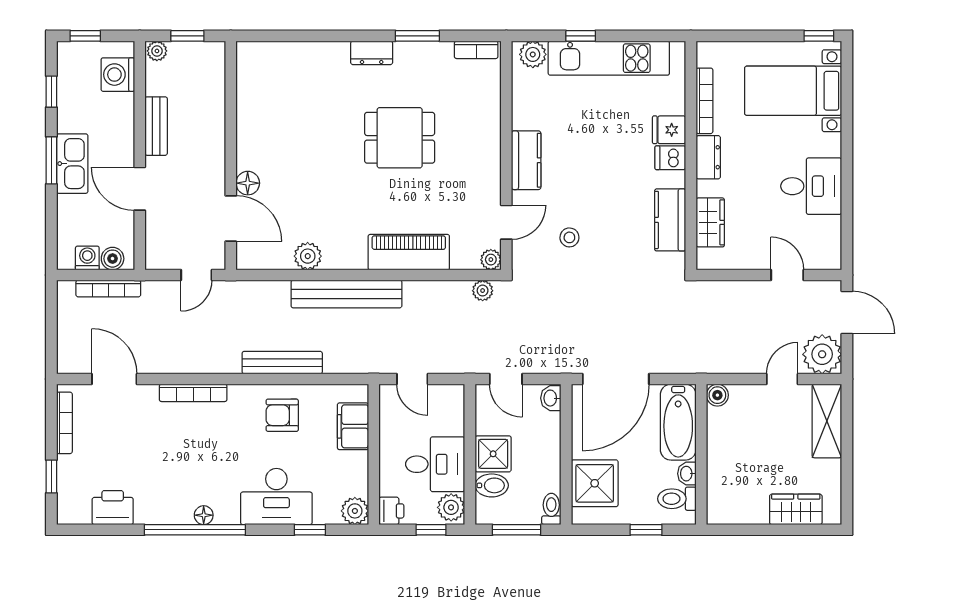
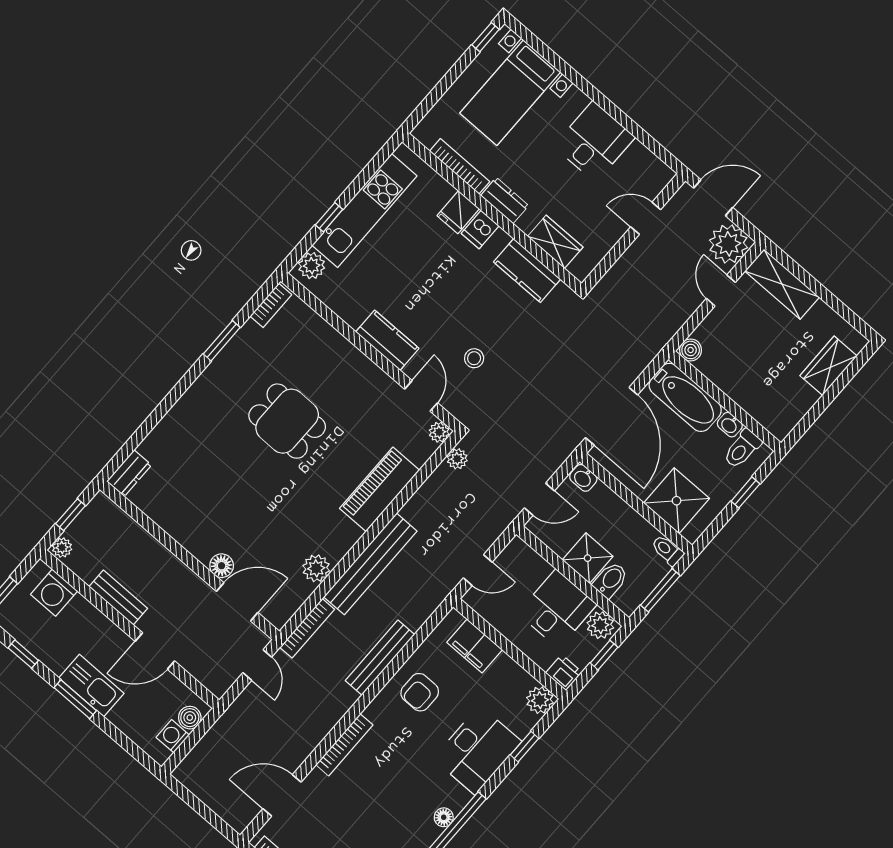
dresser: (372, 53) -> (129, 473), moved
dining table: (400, 138) -> (287, 421), turned 90
bookcase: (108, 288) -> (307, 628), moved

